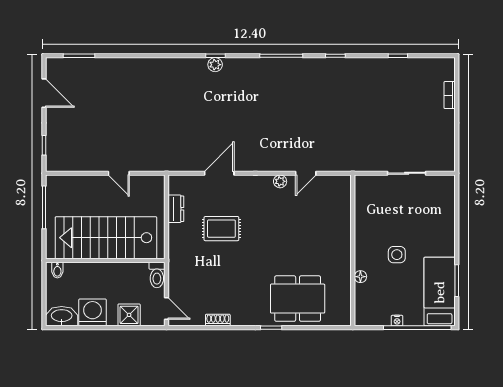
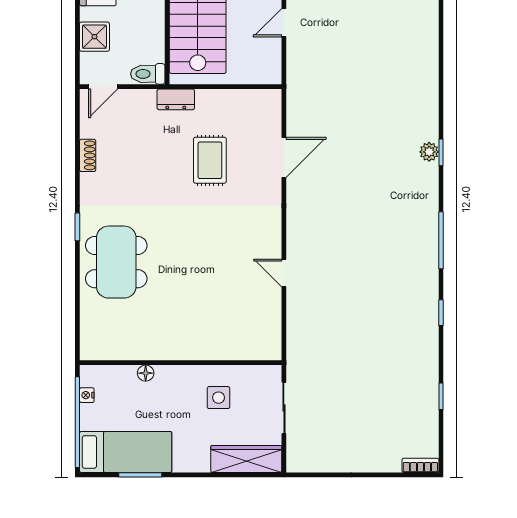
bookcase: (450, 95) -> (420, 465), moved
door: (219, 173) -> (284, 157), hinge flipped
plant: (280, 181) -> (273, 239), removed
wardrobe: (445, 201) -> (246, 459), added
dresser: (176, 209) -> (176, 99), moved
wall: (353, 250) -> (181, 363), moved
side table: (397, 255) -> (219, 398), moved
floor lamp: (360, 277) -> (146, 373), moved

